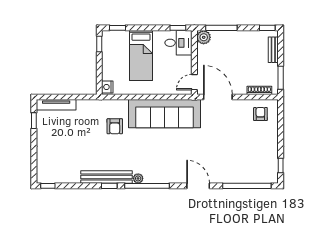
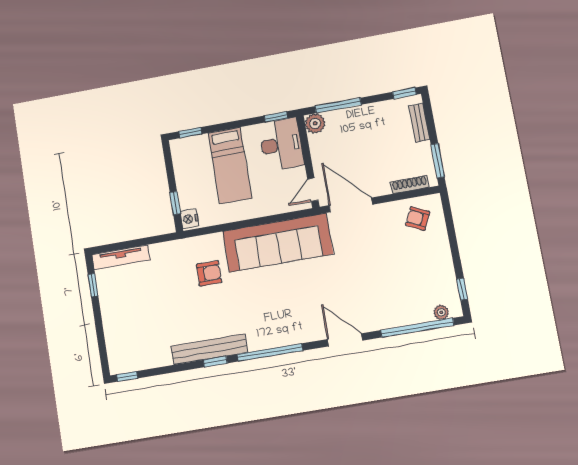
desk: (178, 43) -> (281, 144), width x1.37
window: (99, 44) -> (175, 203), moved
armchair: (260, 114) -> (418, 219), turned -64
armchair: (115, 126) -> (209, 273), turned -90
plant: (138, 178) -> (441, 312), moved

